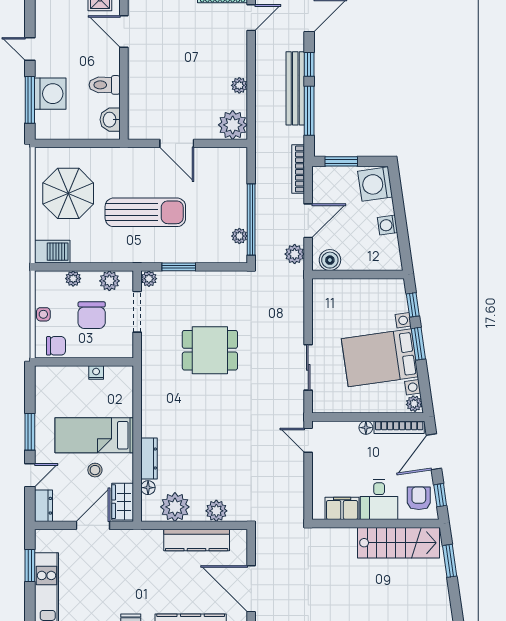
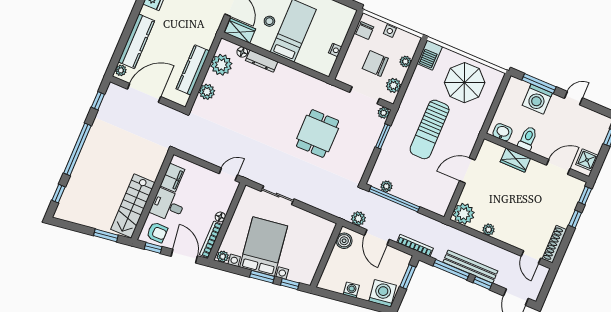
wardrobe: (138, 89) -> (515, 160), added

